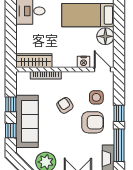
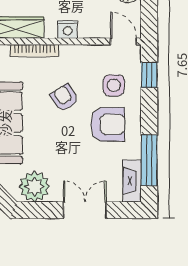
nightstand: (84, 62) -> (68, 29), moved
window: (119, 113) -> (149, 75), moved

